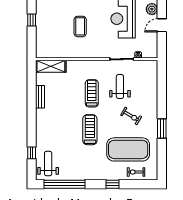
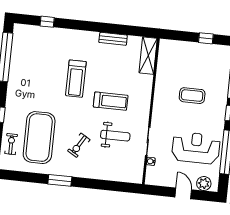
treadmill: (90, 130) -> (76, 79), moved, turned 90
weight bench: (48, 164) -> (32, 40), removed

